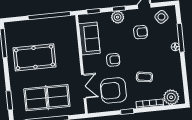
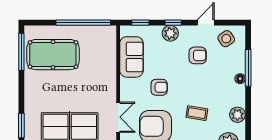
pool table: (34, 57) -> (53, 55), moved
plant: (176, 75) -> (237, 115), added

